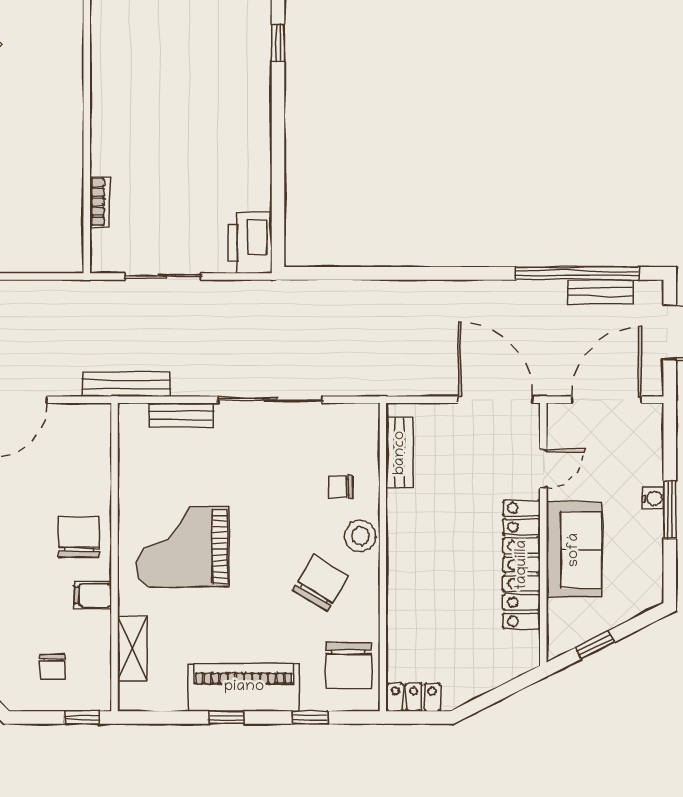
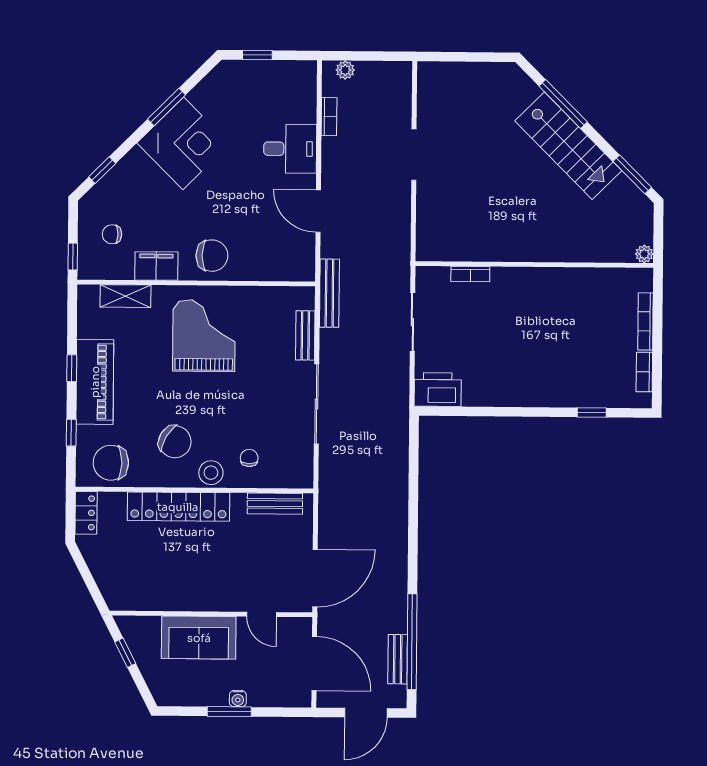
locker: (522, 565) -> (178, 507), moved, turned 180
filing cabinet: (93, 595) -> (156, 266), width x2.00

